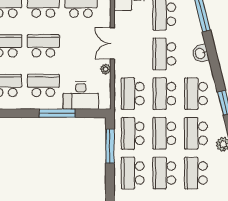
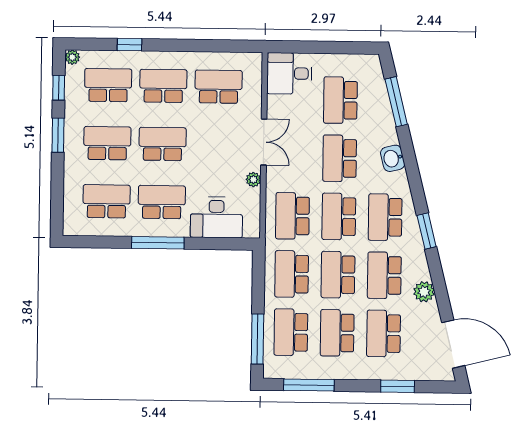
double door: (112, 43) -> (264, 142), swing flipped
window: (57, 113) -> (158, 243), moved
window: (110, 146) -> (258, 339), moved

